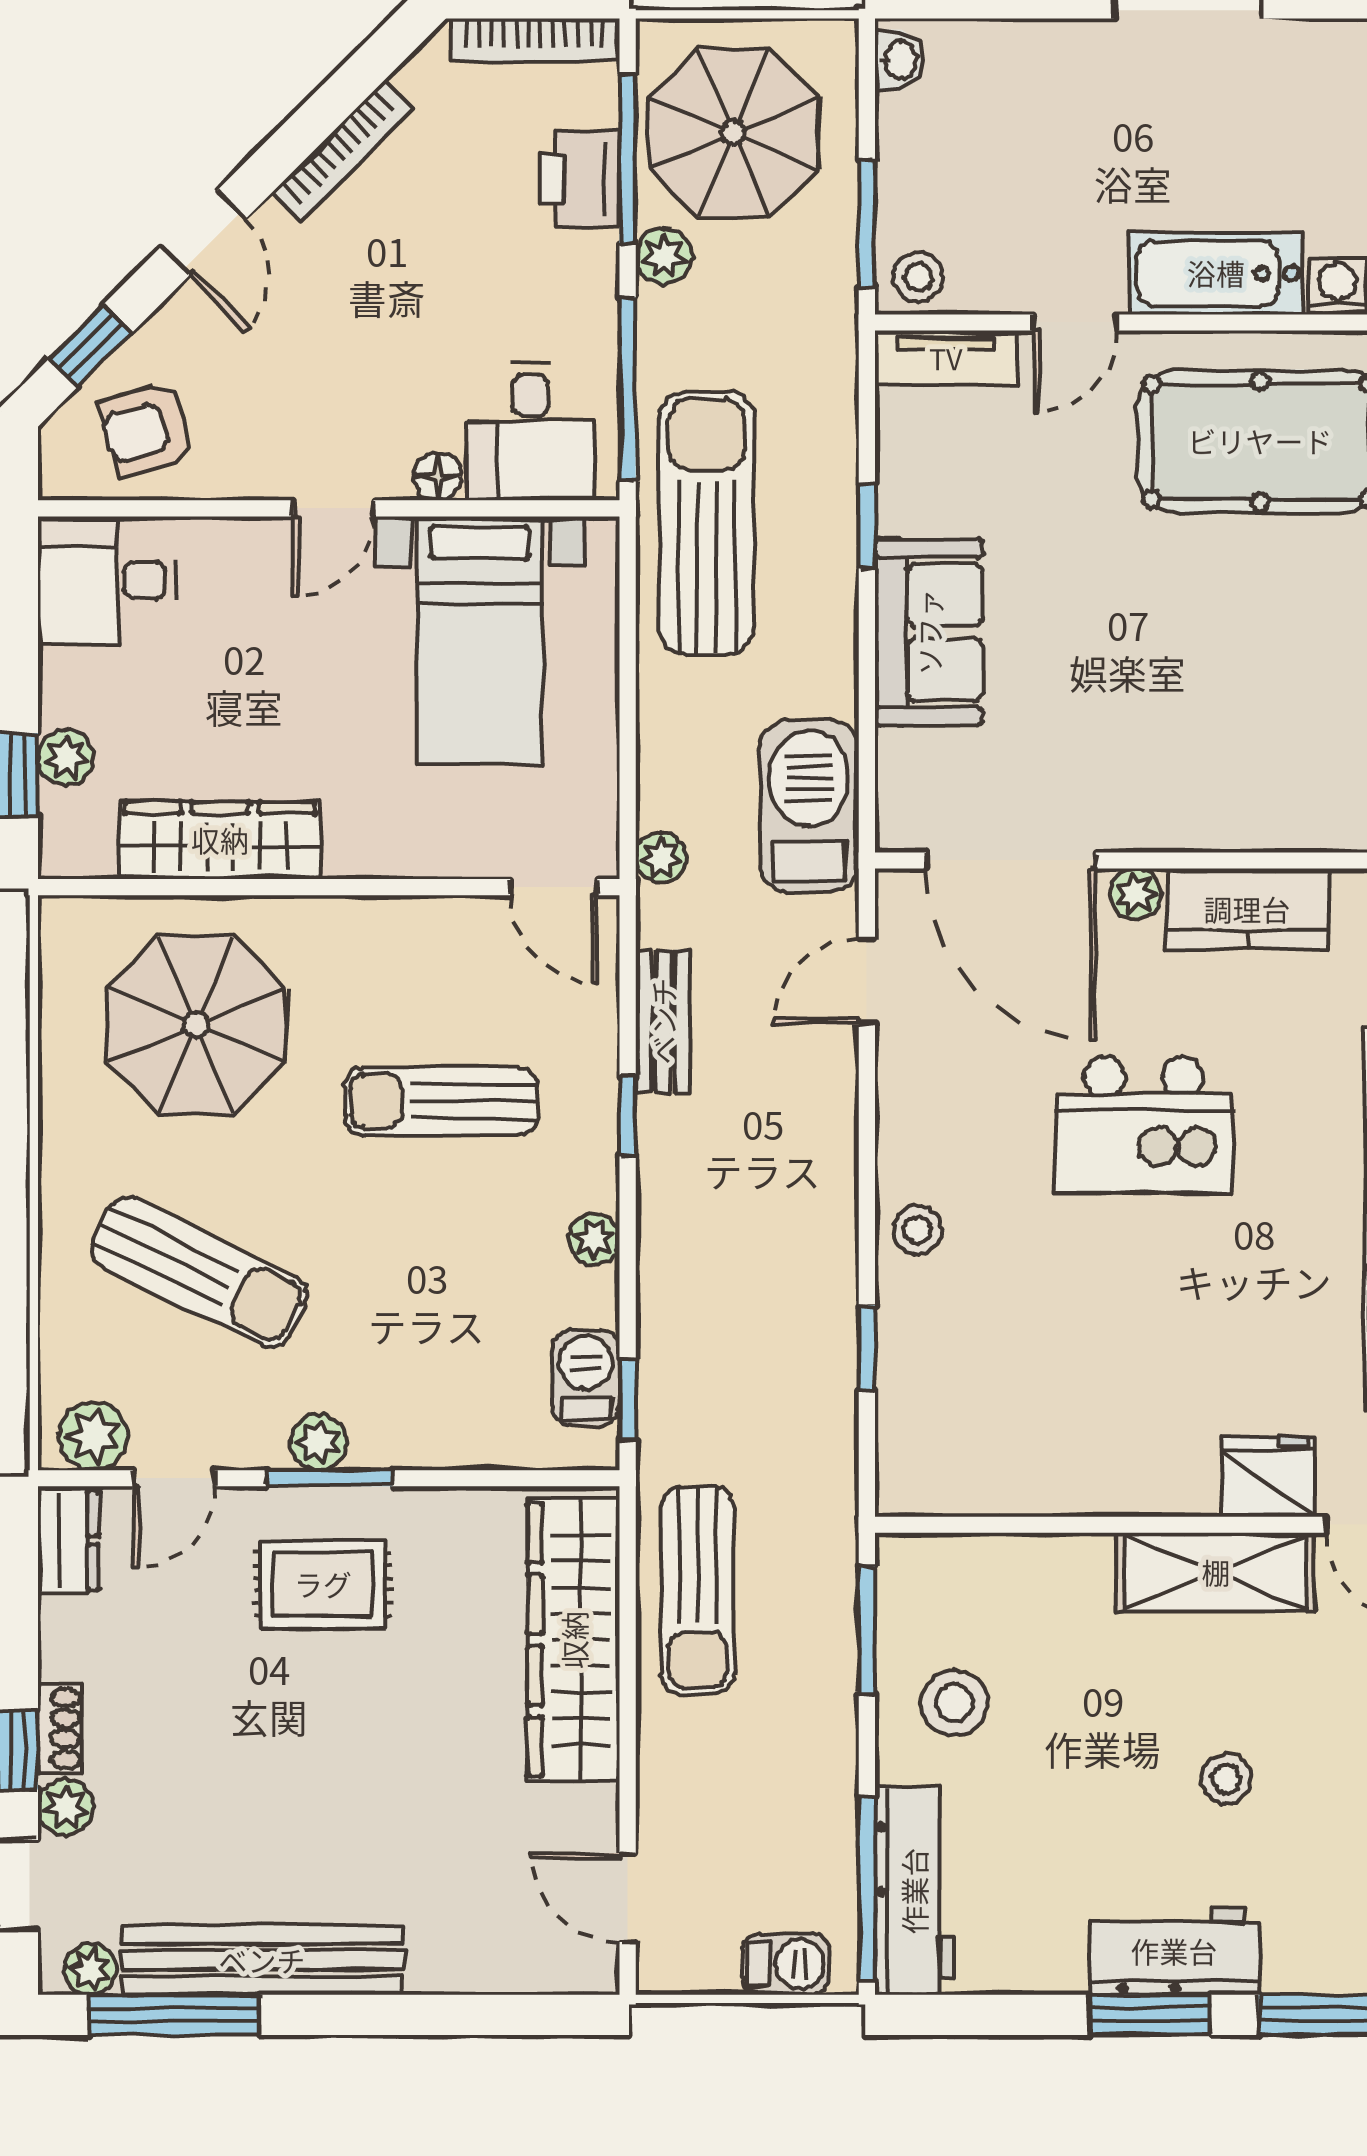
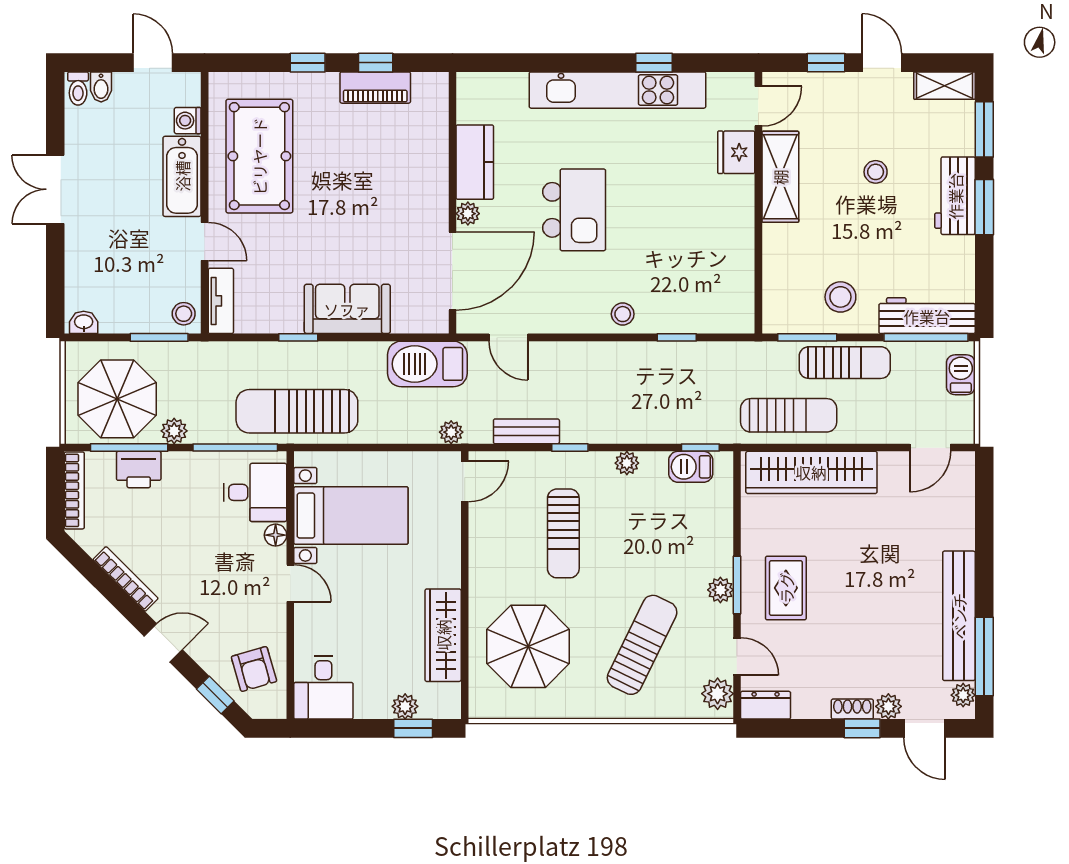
sun lounger: (812, 1712) -> (845, 363), added

